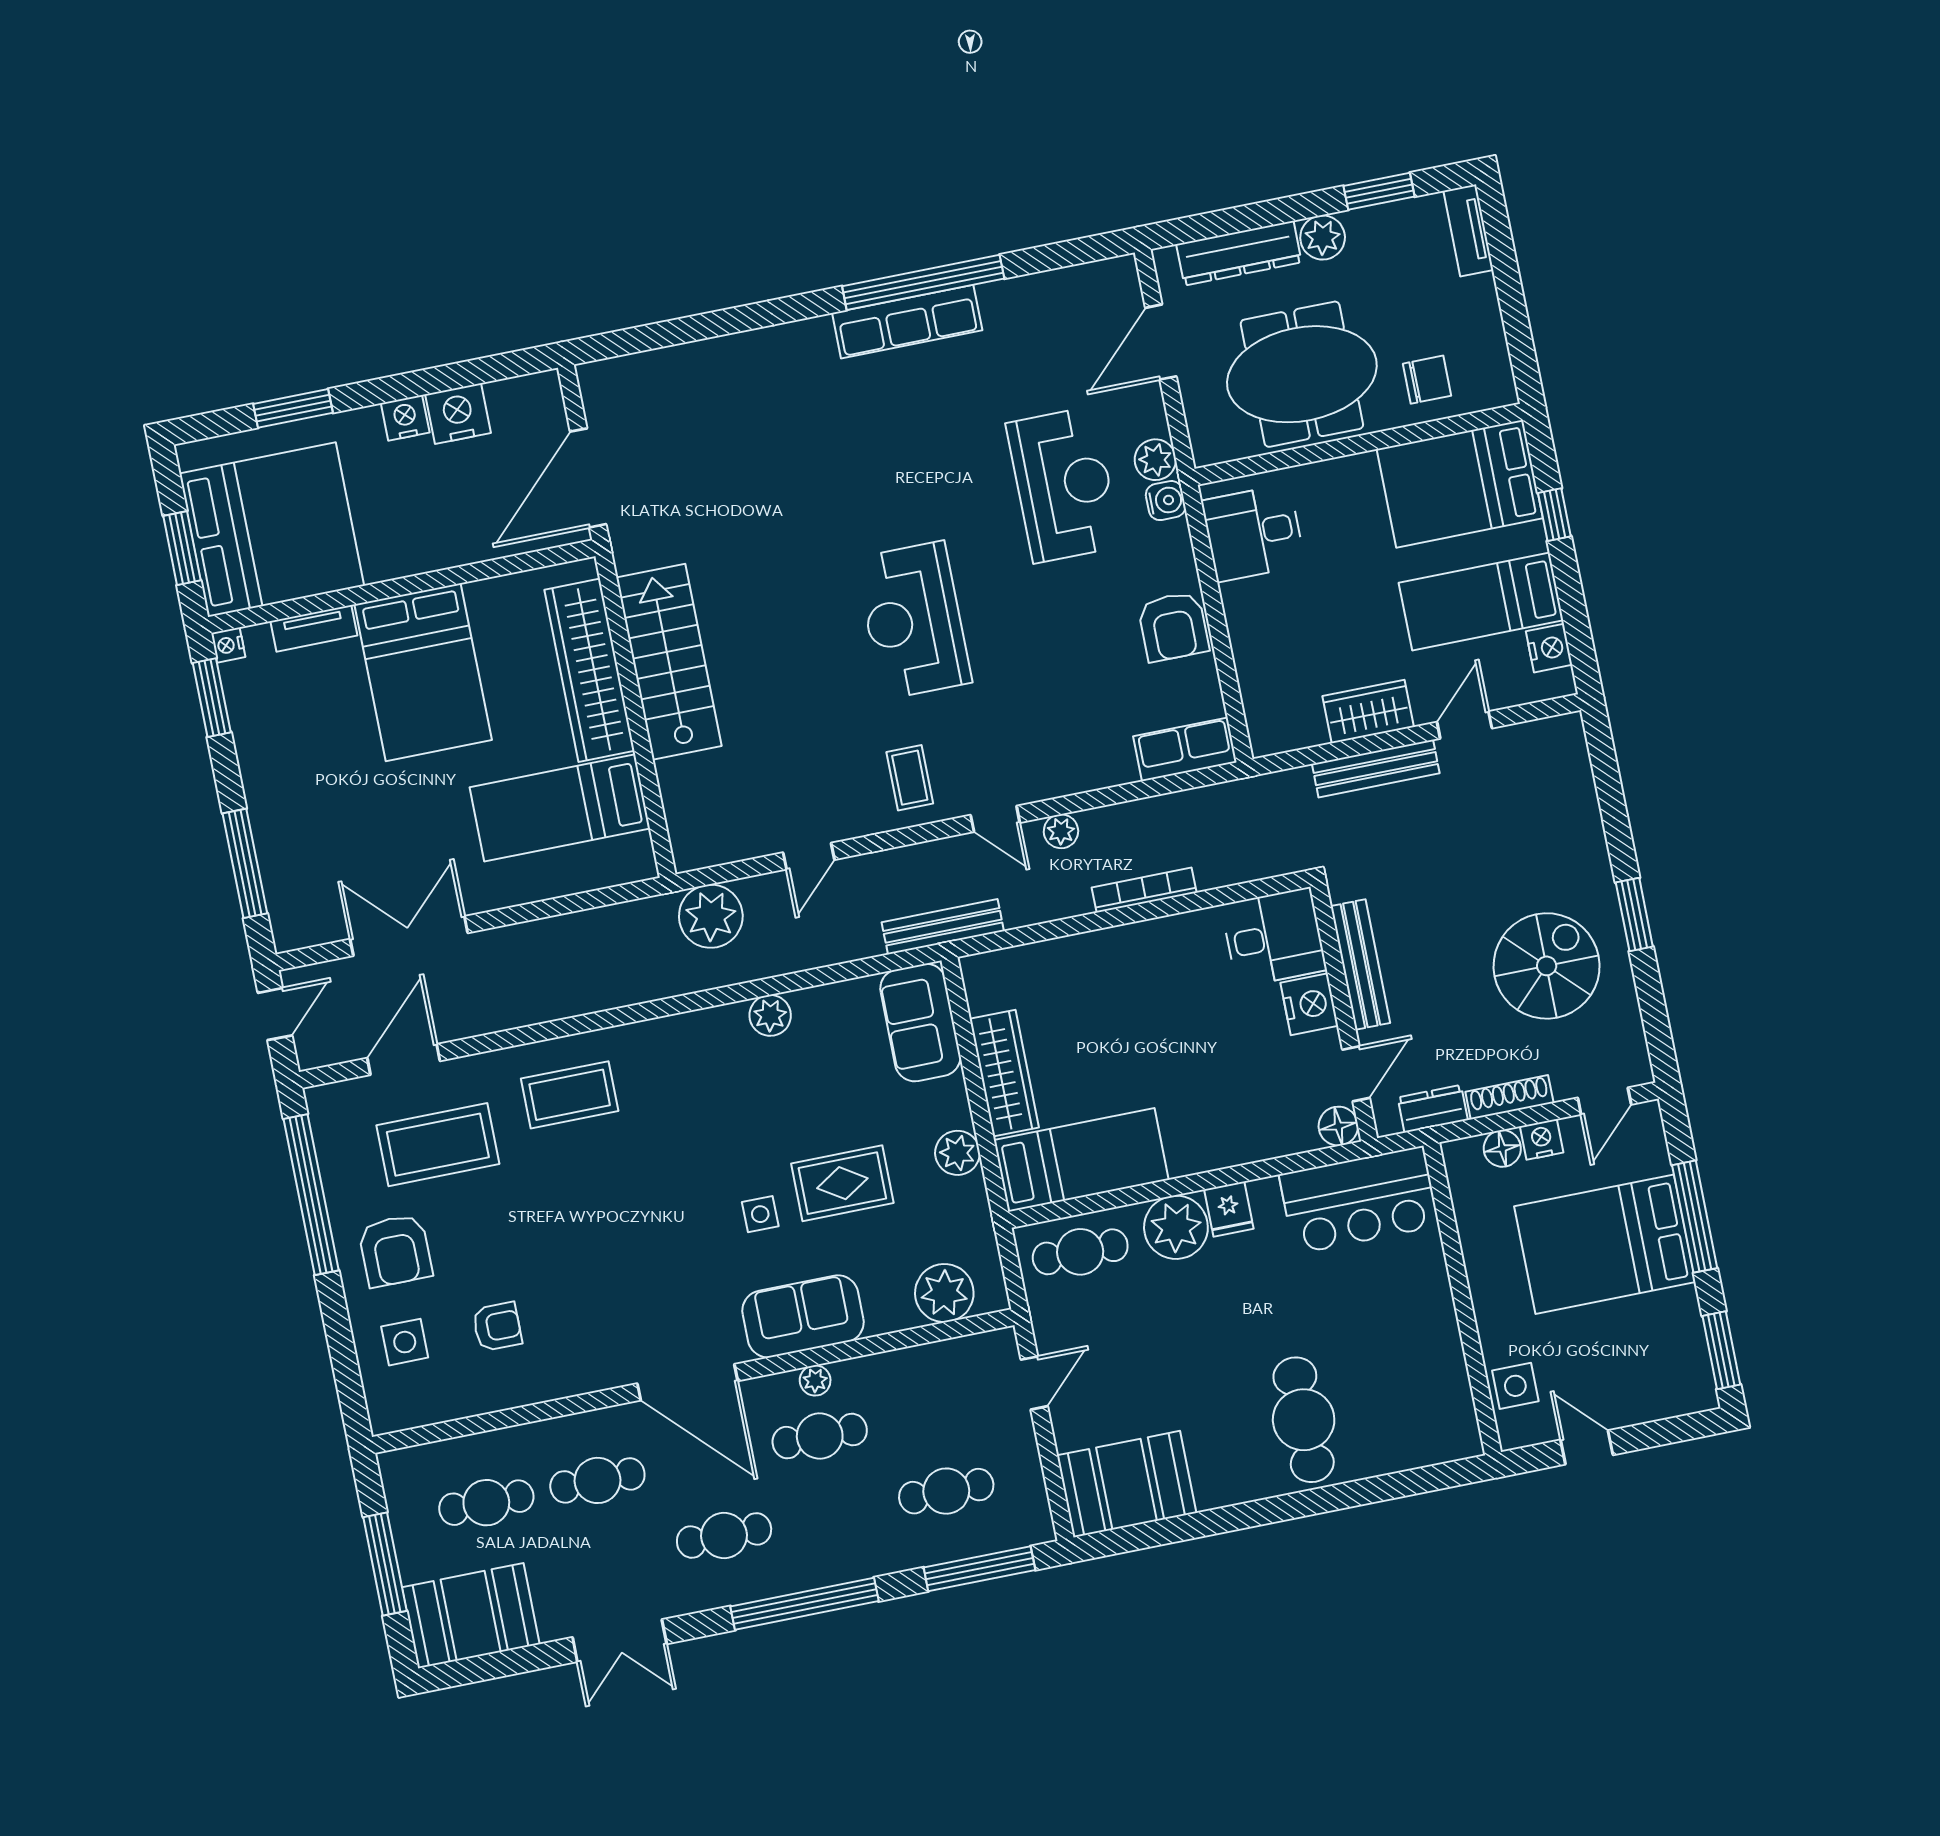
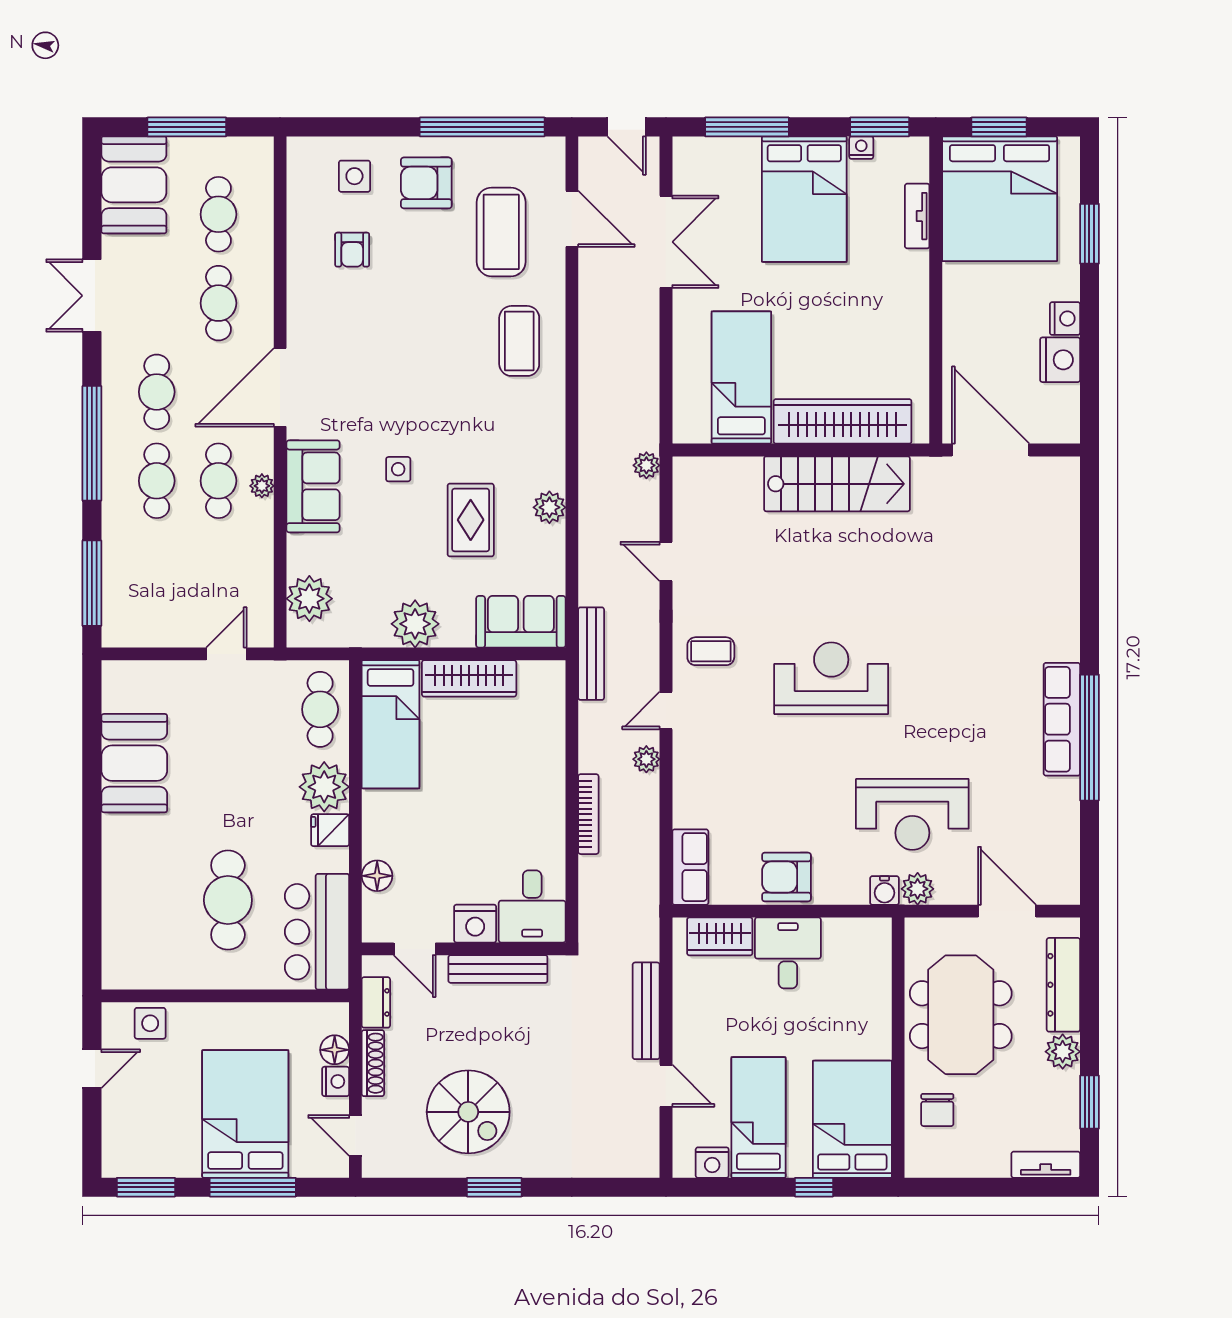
desk: (1253, 533) -> (788, 953), moved
nightstand: (228, 645) -> (861, 148), moved
bed: (423, 672) -> (804, 199), moved, turned -90
wardrobe: (1368, 712) -> (720, 936), moved, turned 90
plant: (711, 916) -> (646, 465), width x0.53, depth x0.53
floor lamp: (1338, 1126) -> (377, 876), moved
plant: (957, 1153) -> (415, 624), width x1.36, depth x1.36
rug: (842, 1183) -> (471, 520), moved
door: (1034, 1383) -> (226, 654), swing flipped
cafe table: (1304, 1420) -> (228, 900), moved, turned 90
booth: (1127, 1484) -> (134, 763), moved
cafe table: (946, 1491) -> (157, 481), moved

